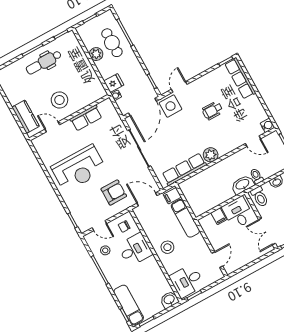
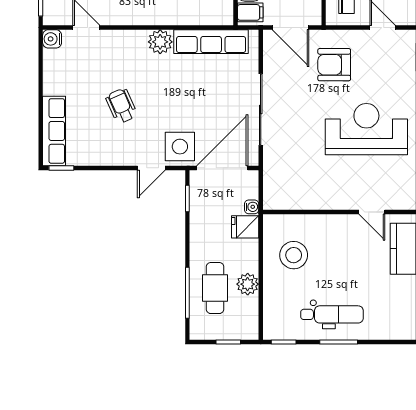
stool: (59, 100) -> (294, 255), moved
wheelchair: (212, 111) -> (121, 106), turned -114
row of seats: (86, 118) -> (315, 198), removed

